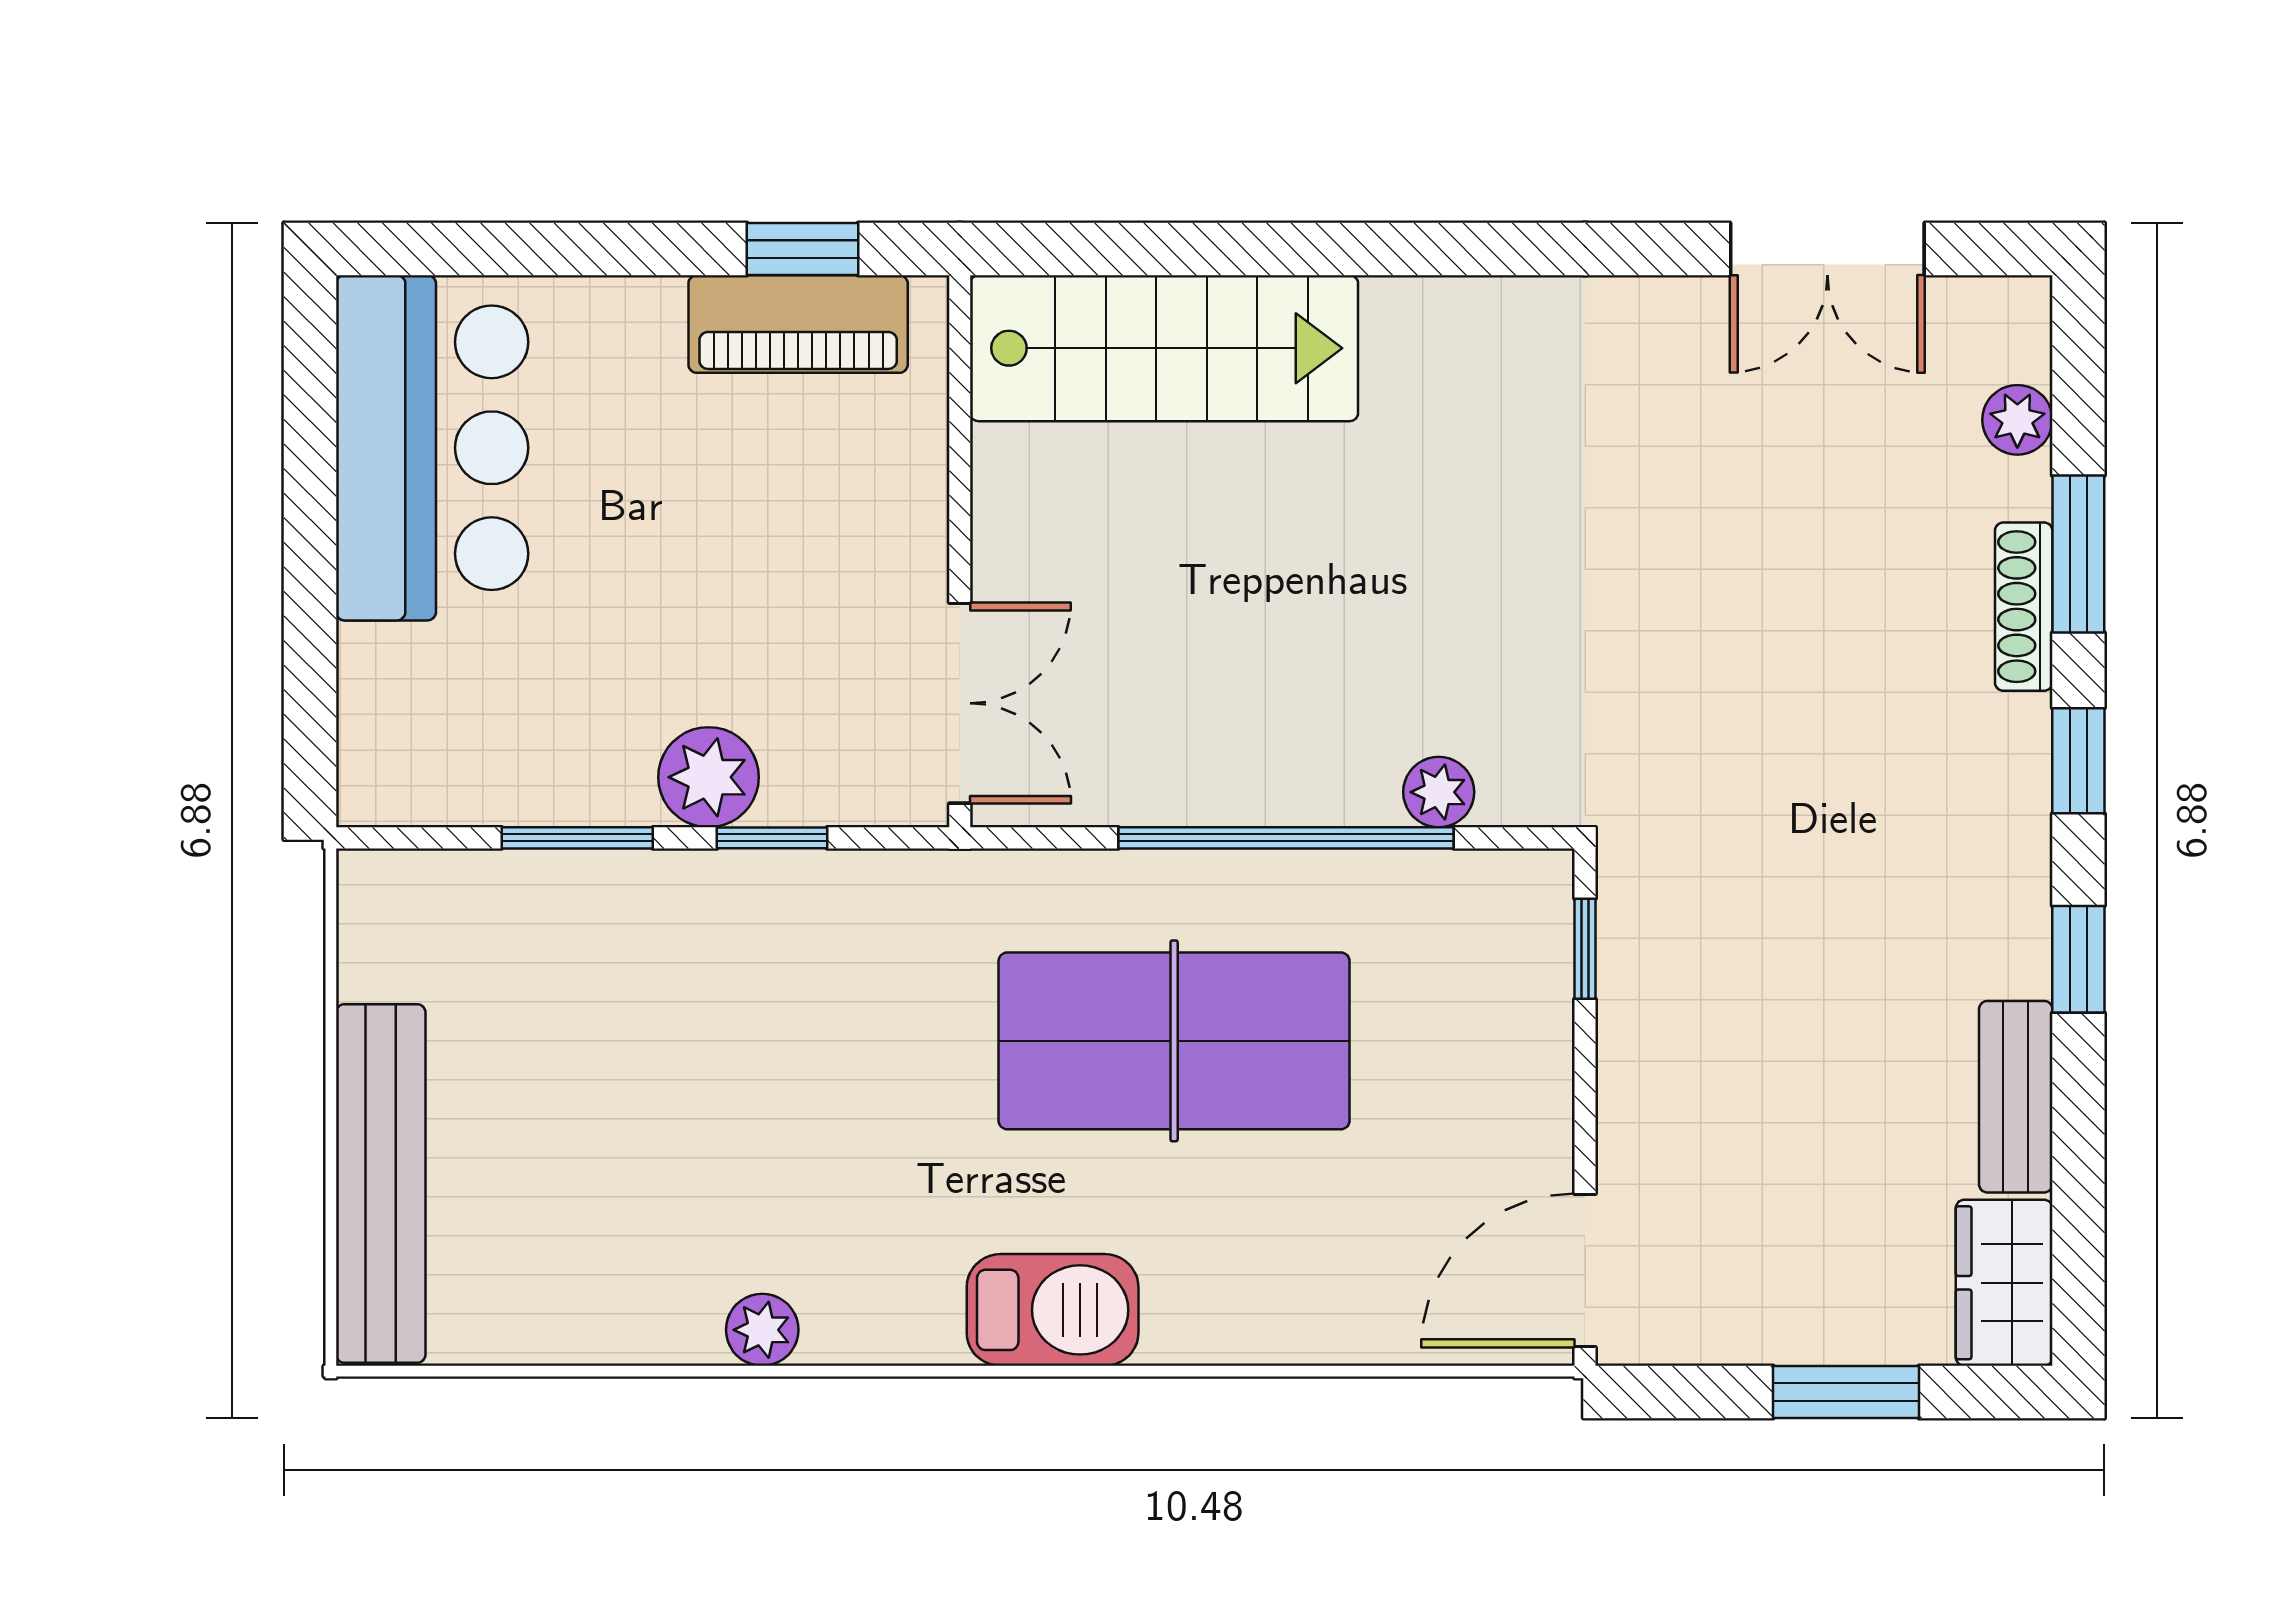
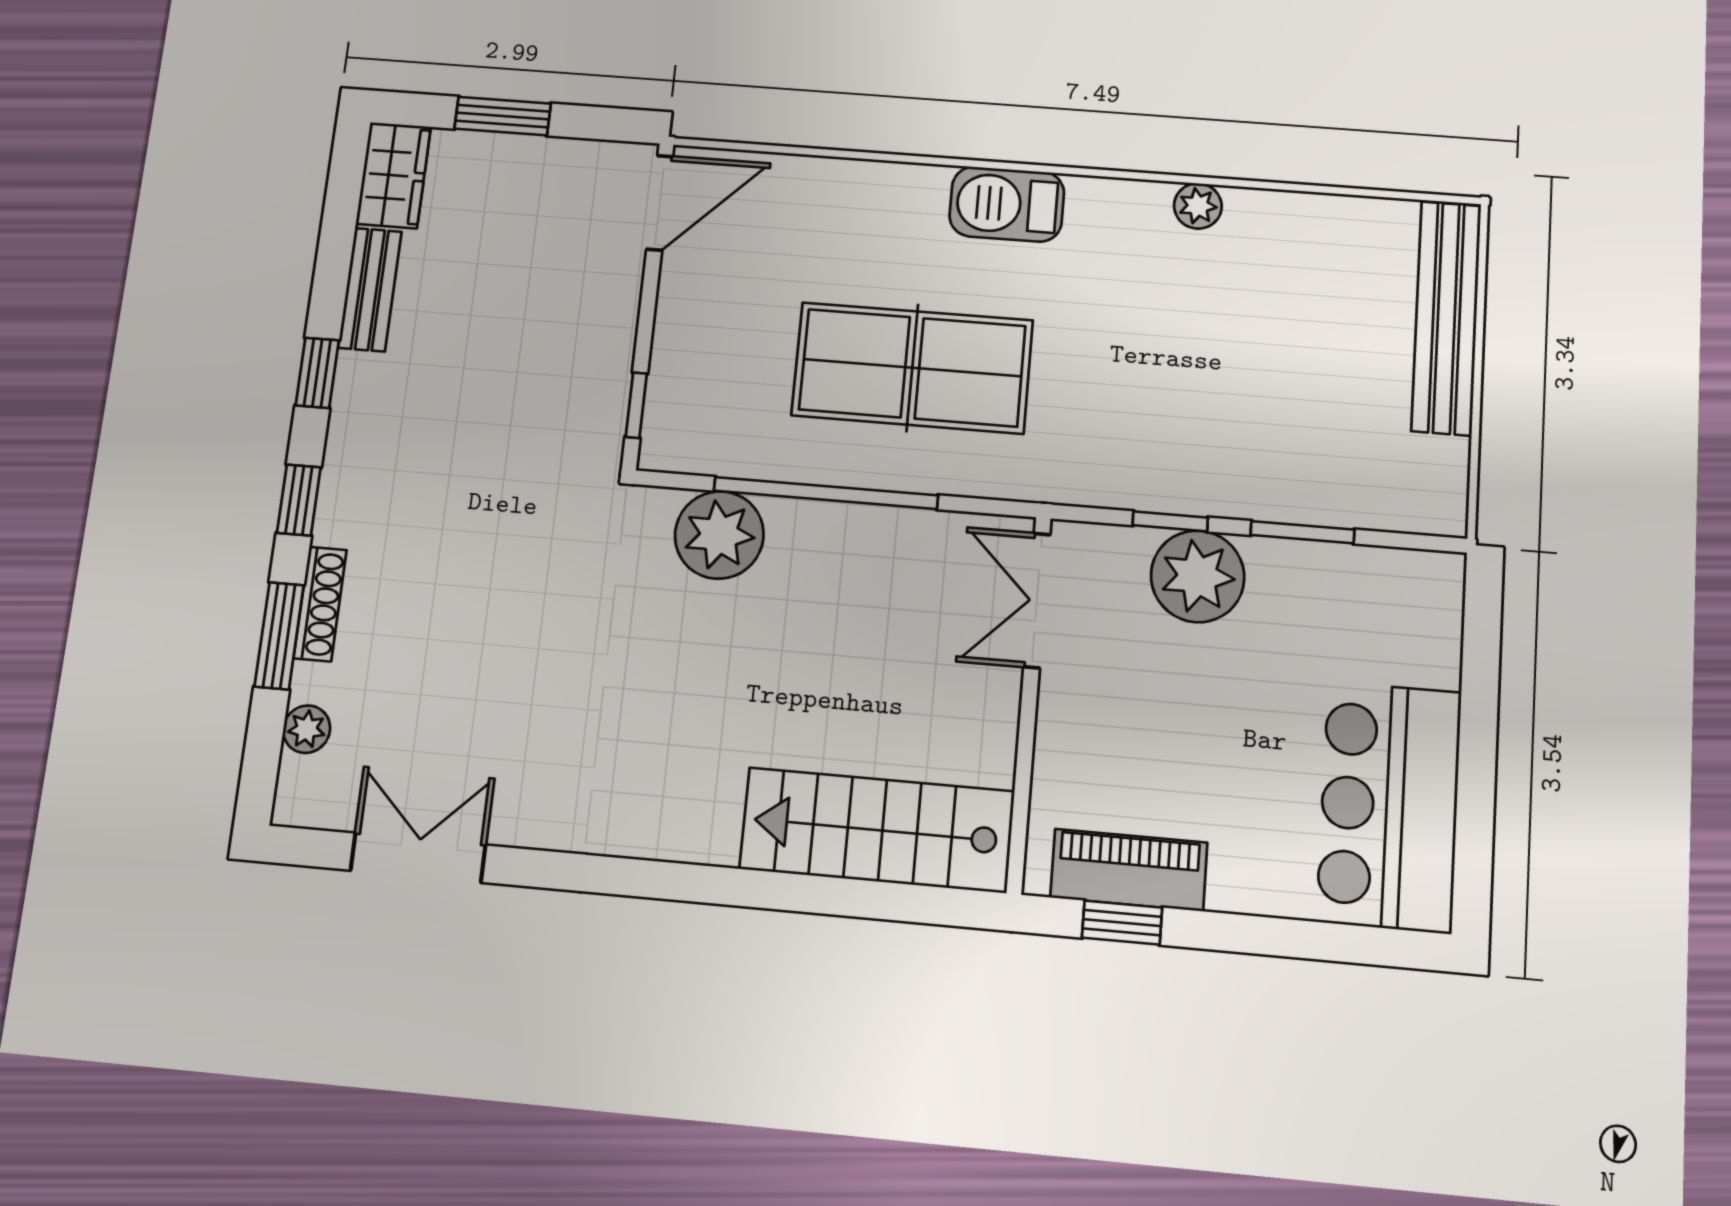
plant: (709, 777) -> (1198, 576), width x1.36, depth x1.36
plant: (1439, 792) -> (719, 535), width x1.88, depth x1.88

